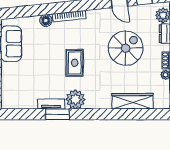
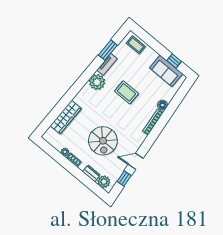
rug: (75, 63) -> (127, 92), moved
coffee table: (10, 92) -> (136, 45), added
window: (57, 114) -> (108, 50), moved

